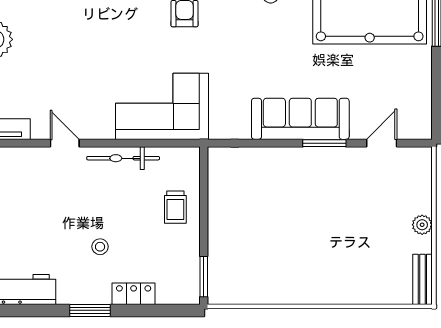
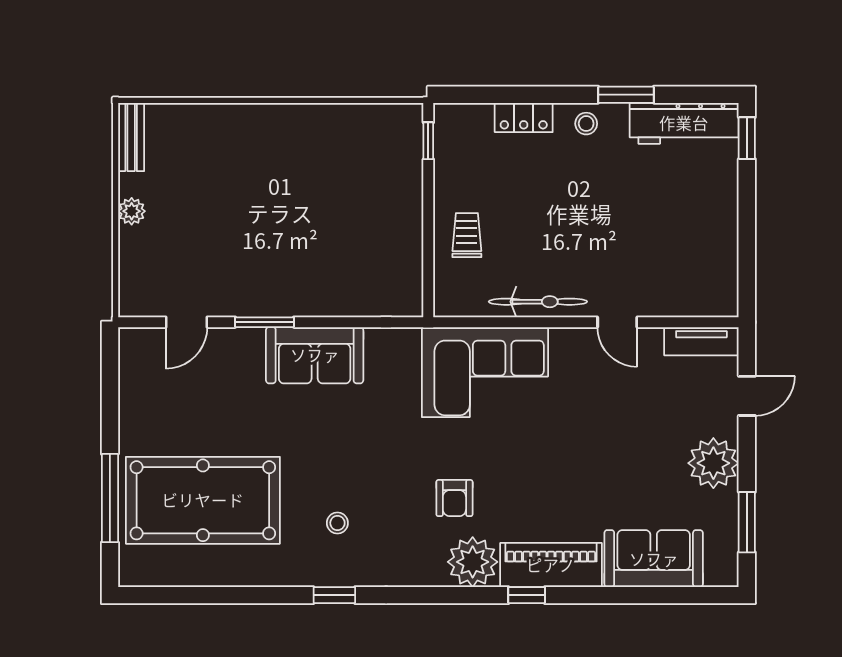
sofa: (300, 119) -> (315, 355), width x0.73
stool: (100, 247) -> (586, 124), moved
window: (204, 277) -> (428, 141), width x0.67
window: (90, 310) -> (626, 95), moved

